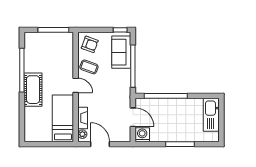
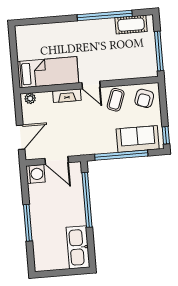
door: (76, 85) -> (91, 85), hinge flipped
cot: (33, 90) -> (131, 25), moved, width x0.73, depth x0.75
kitchen sink: (211, 115) -> (78, 247), moved, turned -90
door: (133, 117) -> (57, 160), hinge flipped
fireplace: (83, 118) -> (67, 96), moved
door: (100, 144) -> (21, 137), moved

